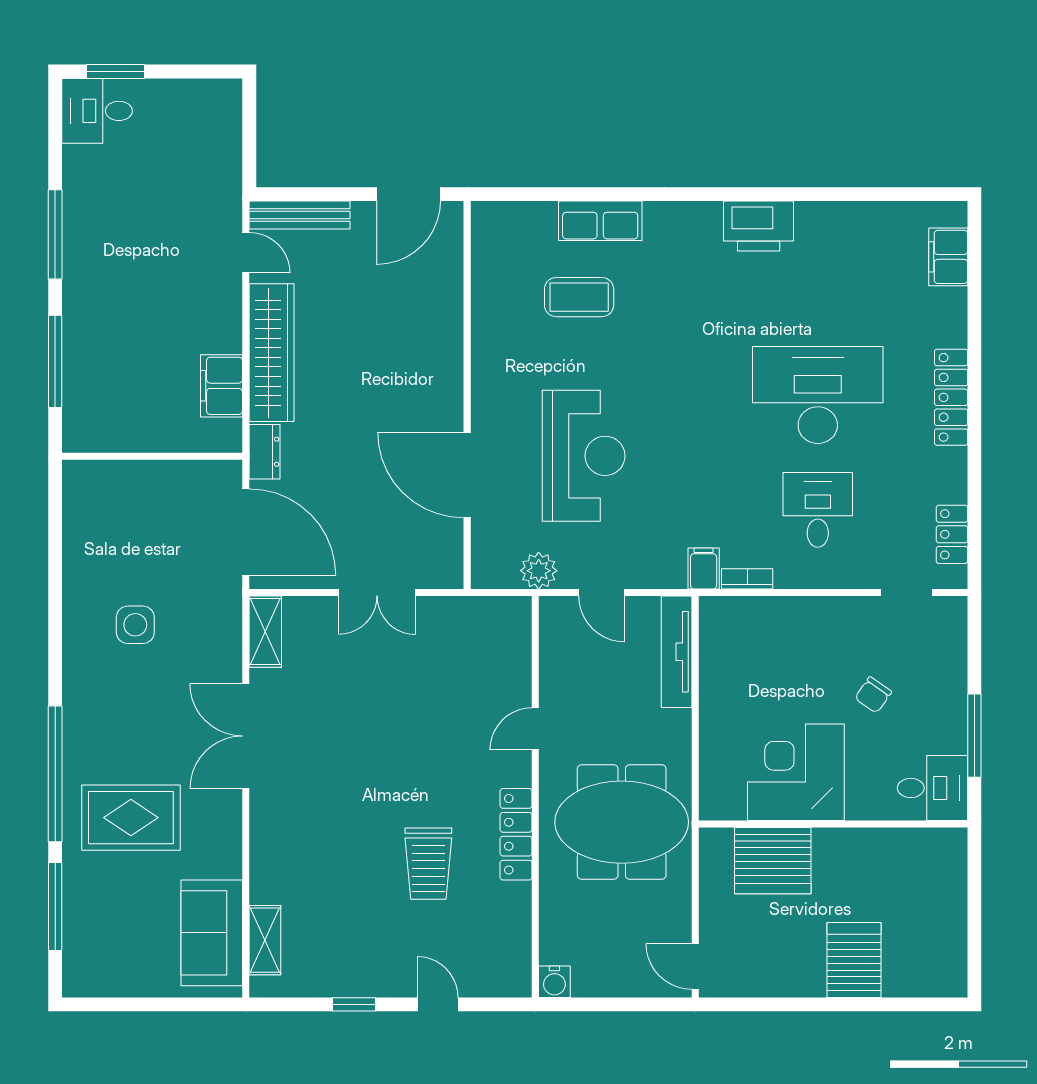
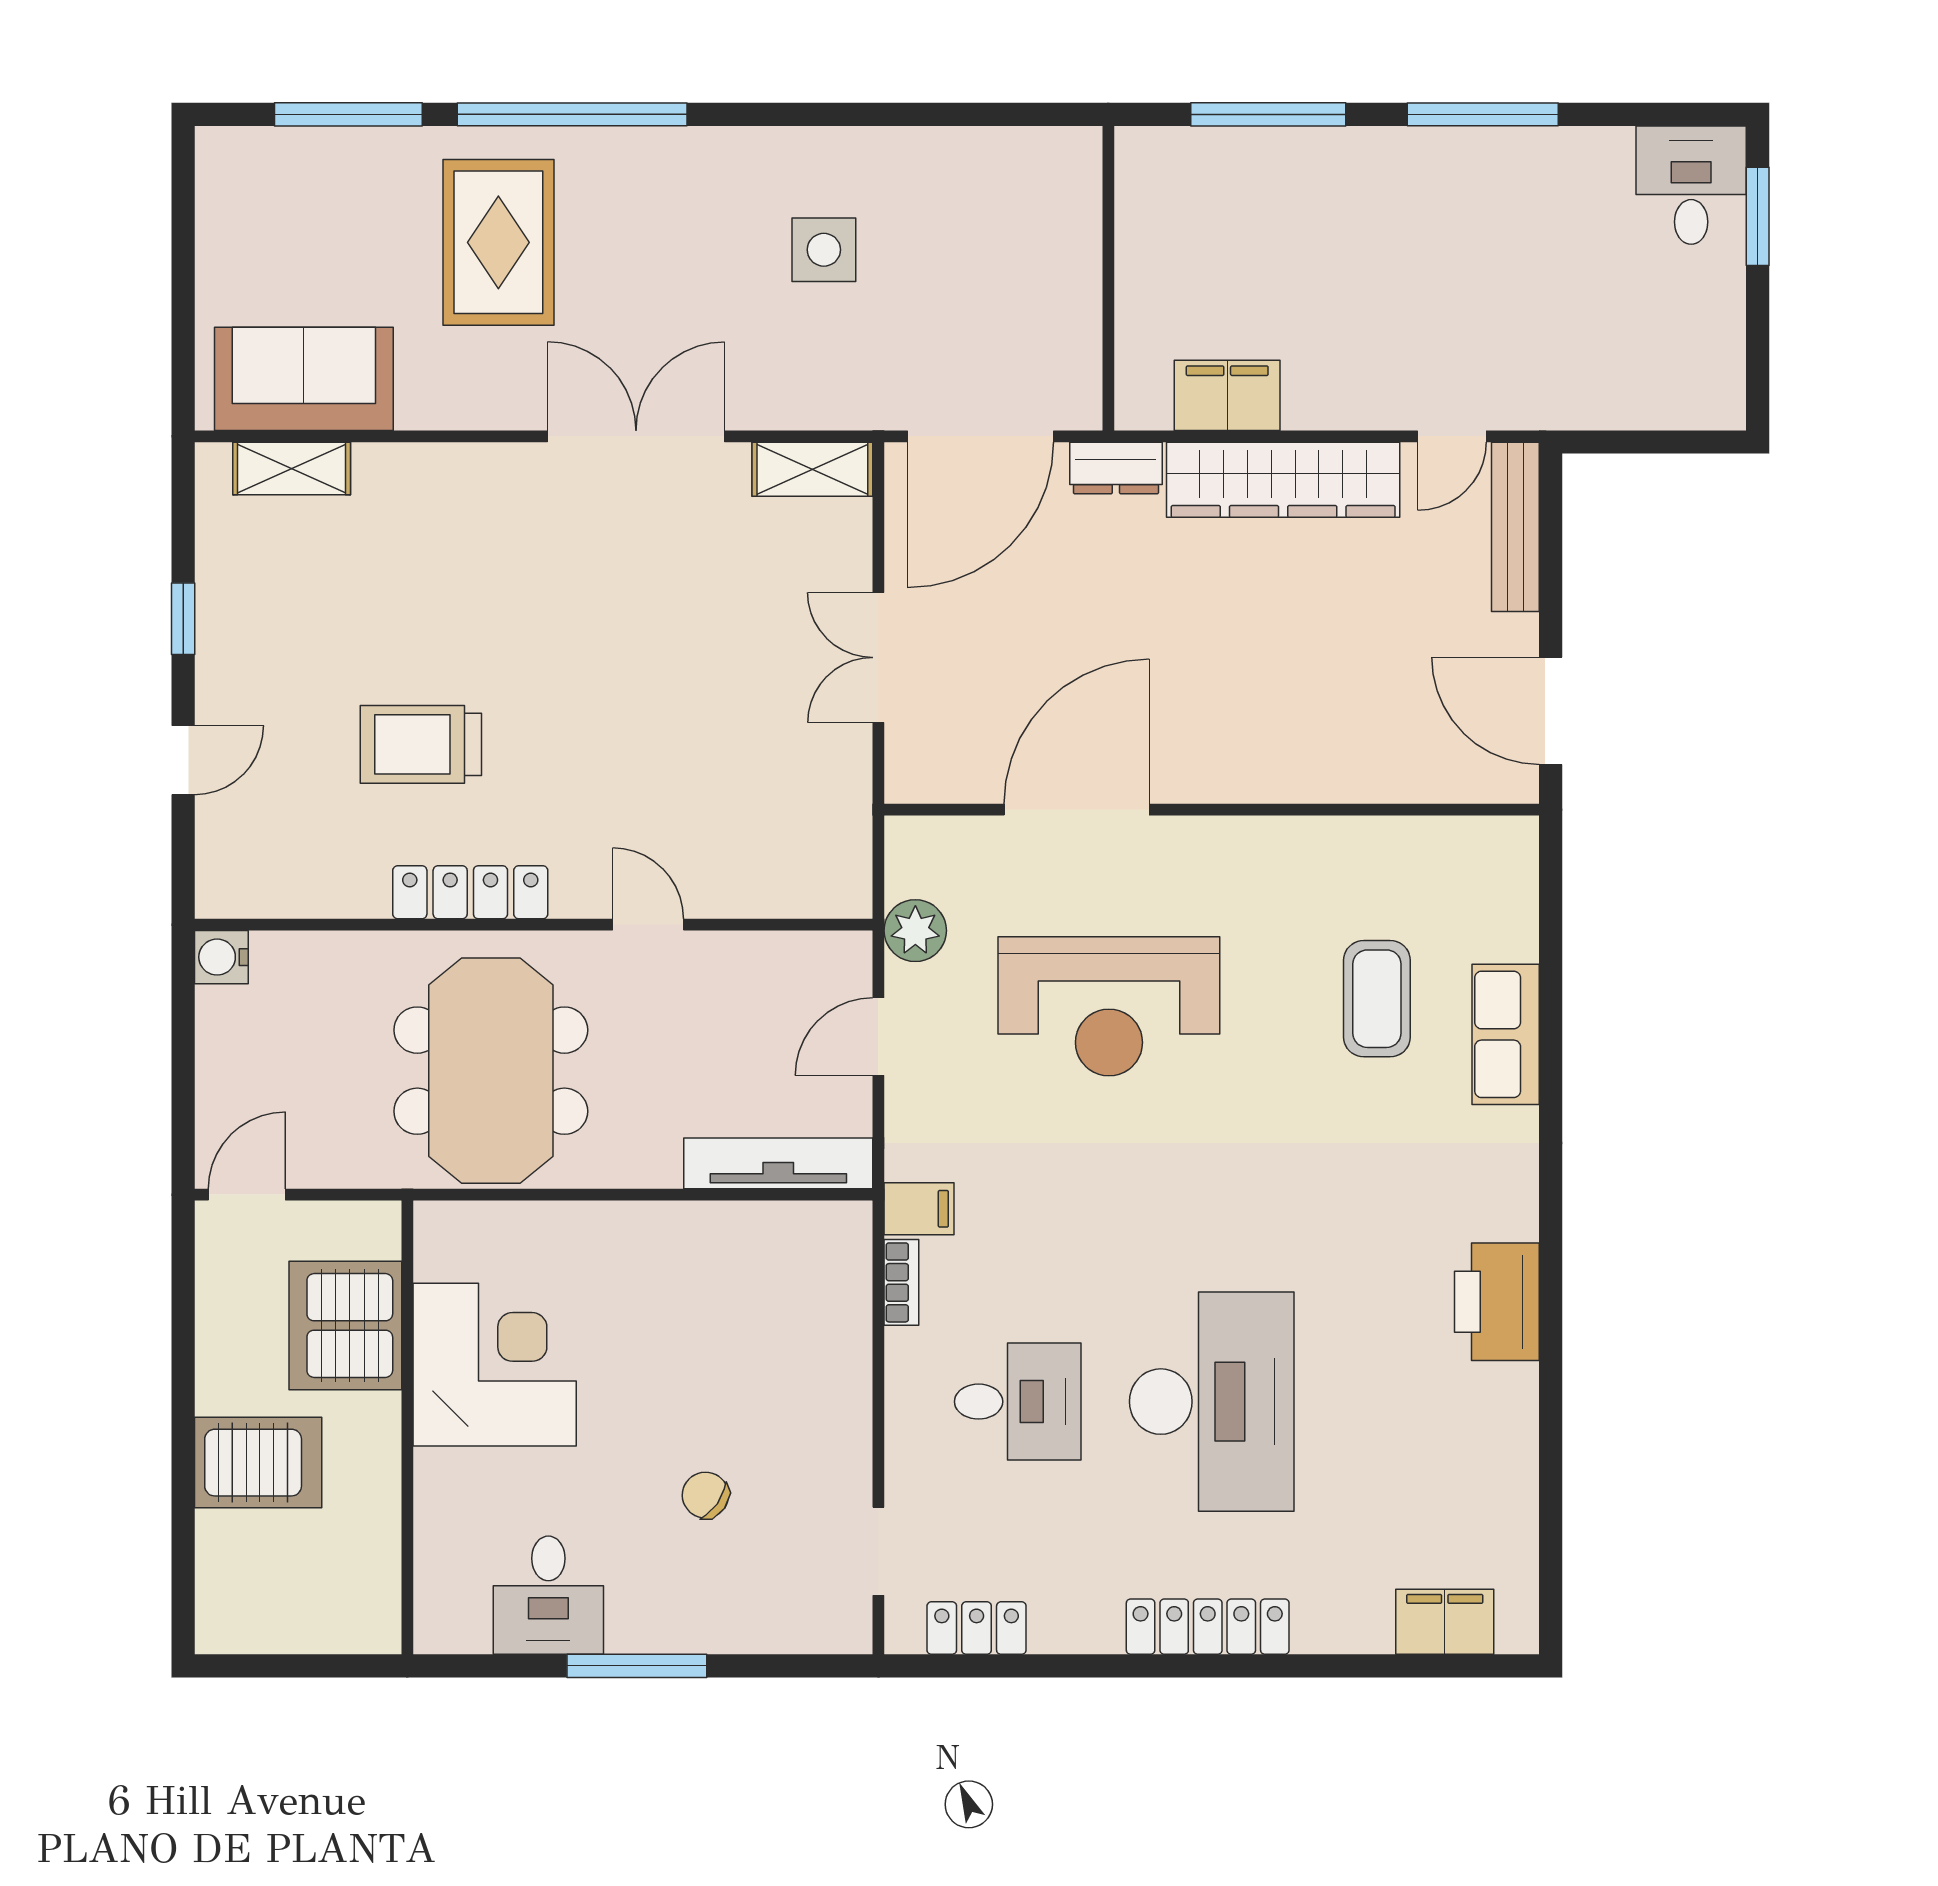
corner desk: (796, 772) -> (495, 1365), moved
wall: (833, 824) -> (407, 1427), moved
server rack: (773, 861) -> (345, 1326), moved

